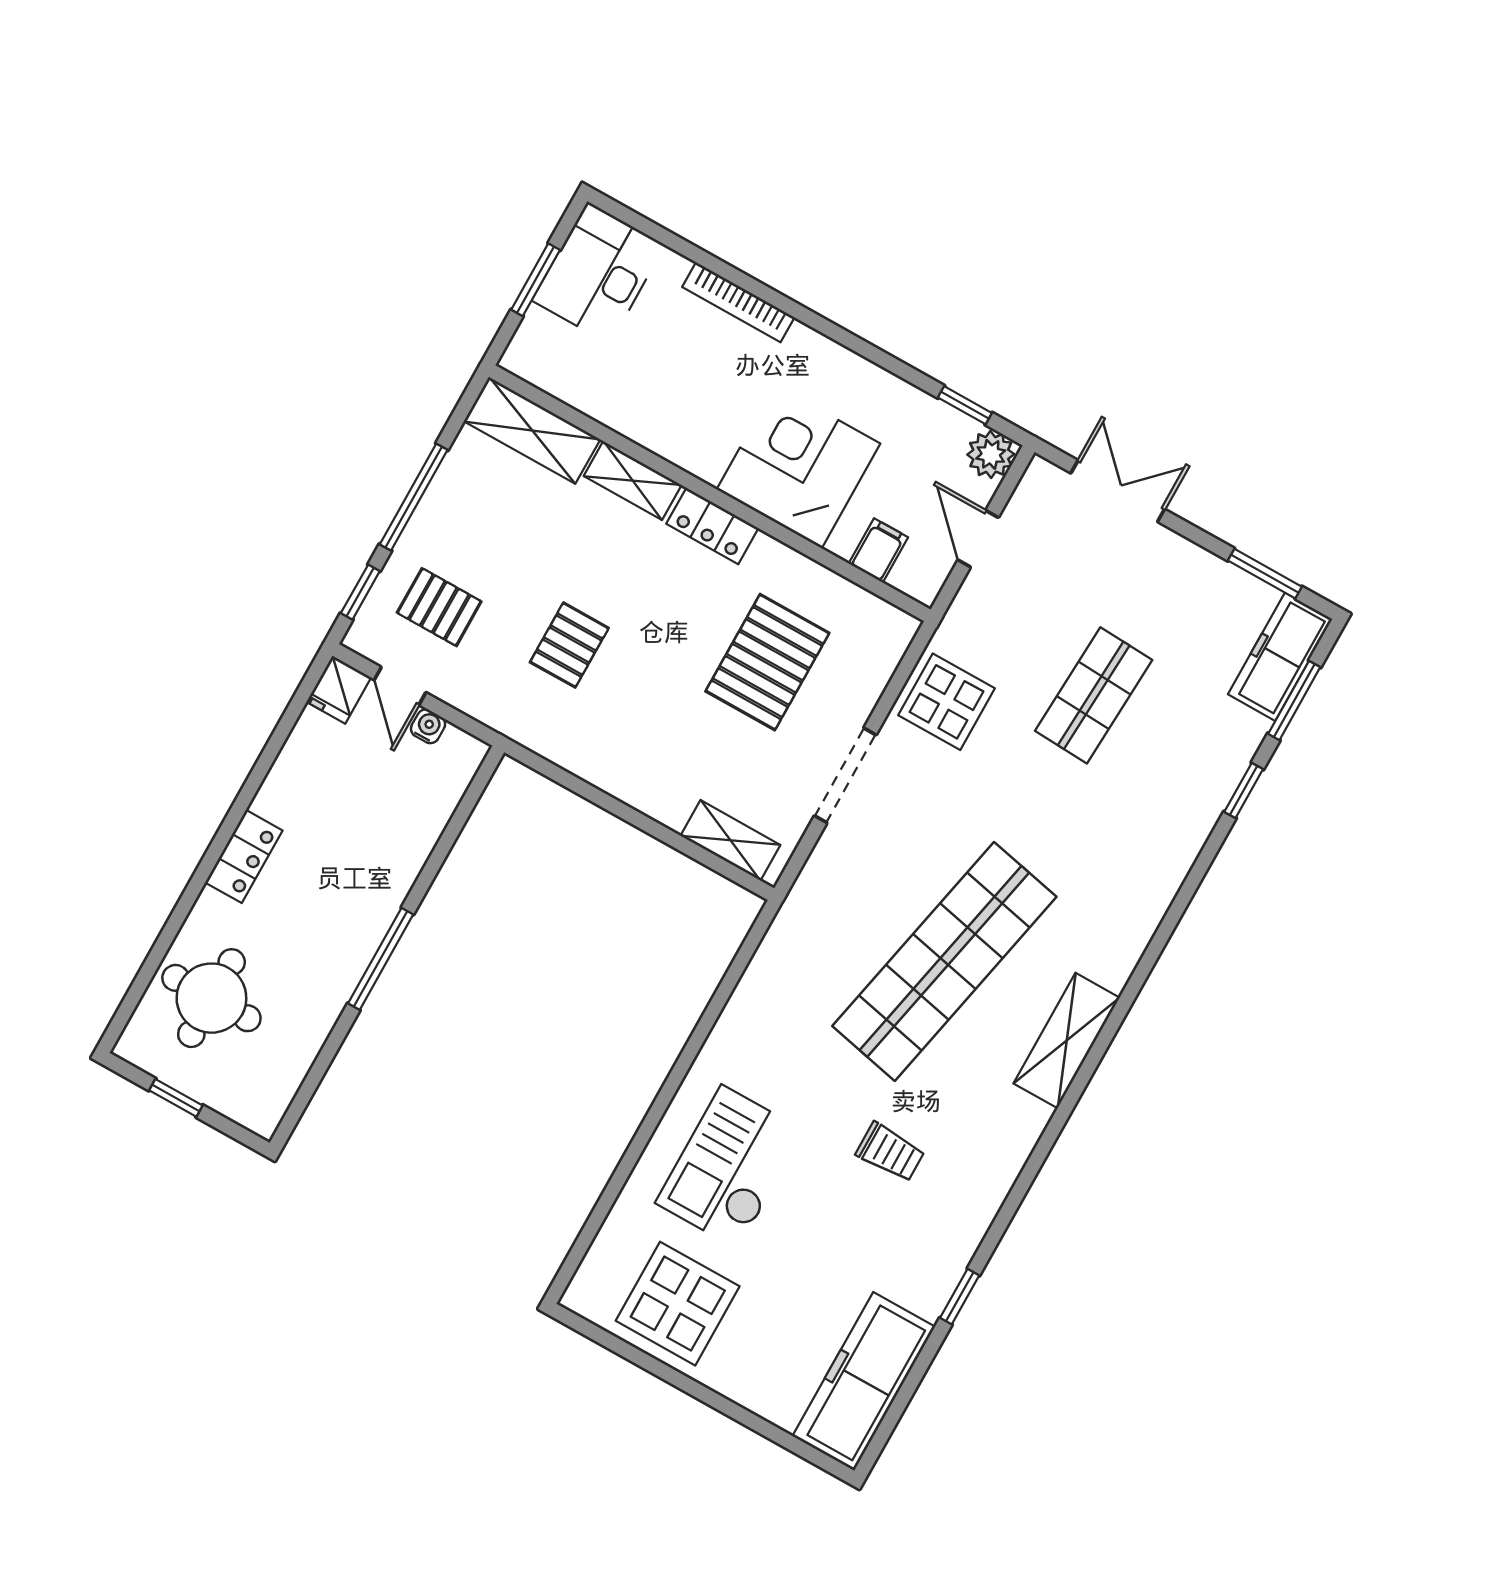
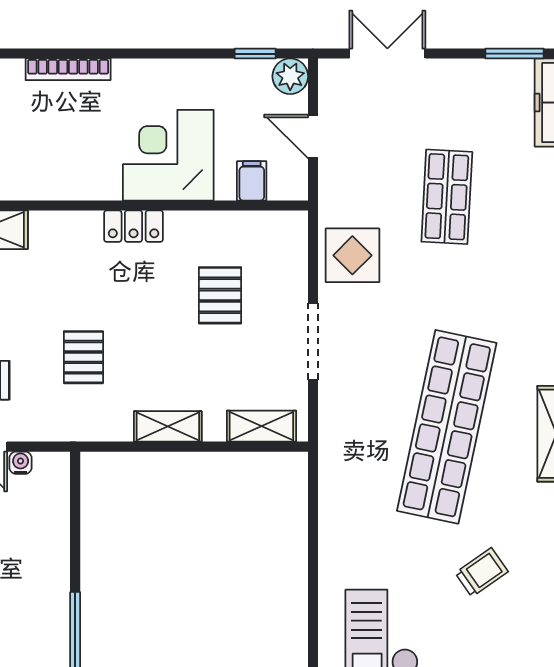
shelving: (633, 481) -> (168, 426), moved
pallet: (767, 662) -> (220, 295), width x0.67, depth x0.71
trolley: (890, 1152) -> (482, 572), turned -35

